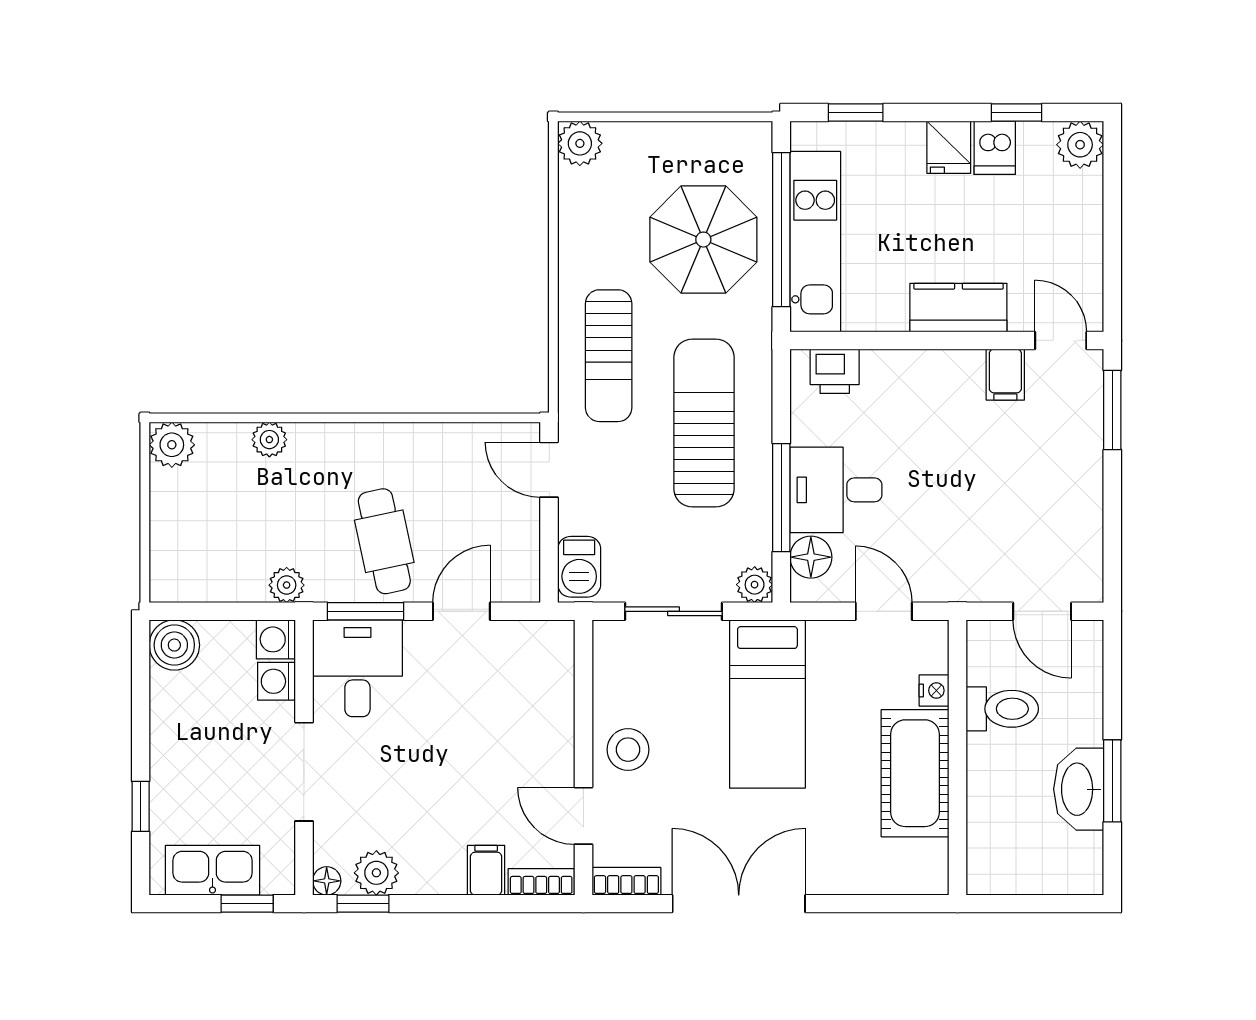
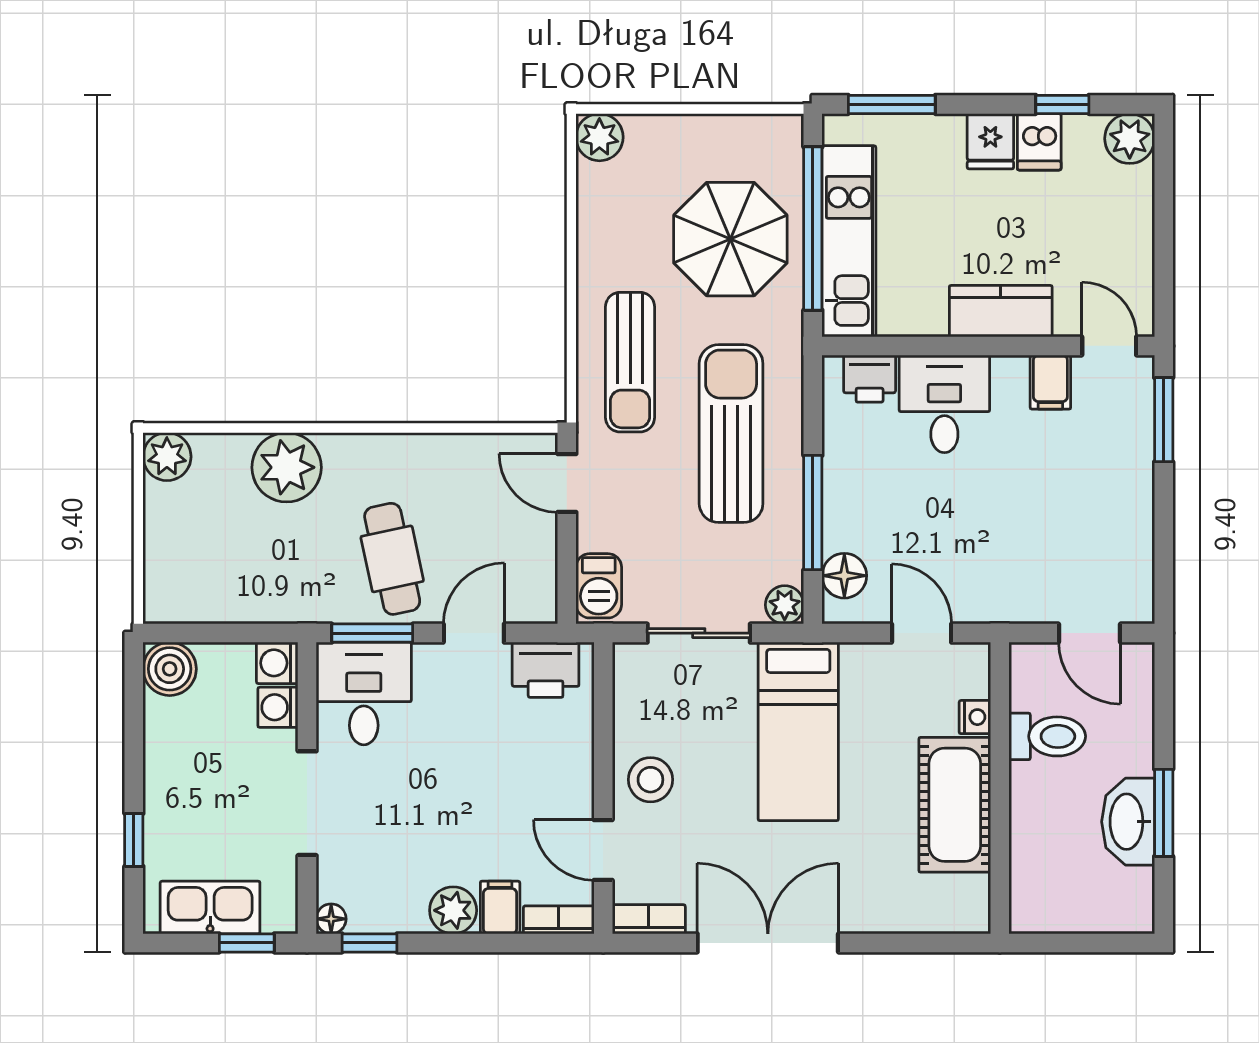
window: (856, 113) -> (892, 104), width x1.50
plant: (269, 440) -> (287, 467), width x1.87, depth x1.87
desk: (836, 490) -> (944, 404), moved, turned 90
plant: (287, 585) -> (289, 605), removed
printer: (529, 646) -> (546, 670), added
plant: (376, 873) -> (453, 910), moved

